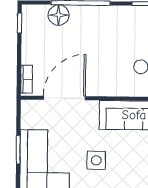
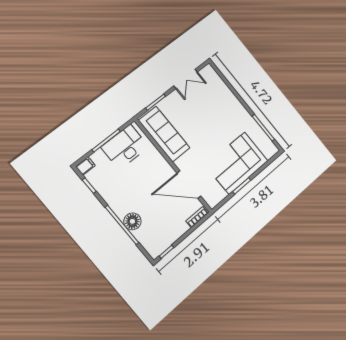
floor lamp: (59, 15) -> (132, 221), moved
side table: (96, 160) -> (209, 135), removed

